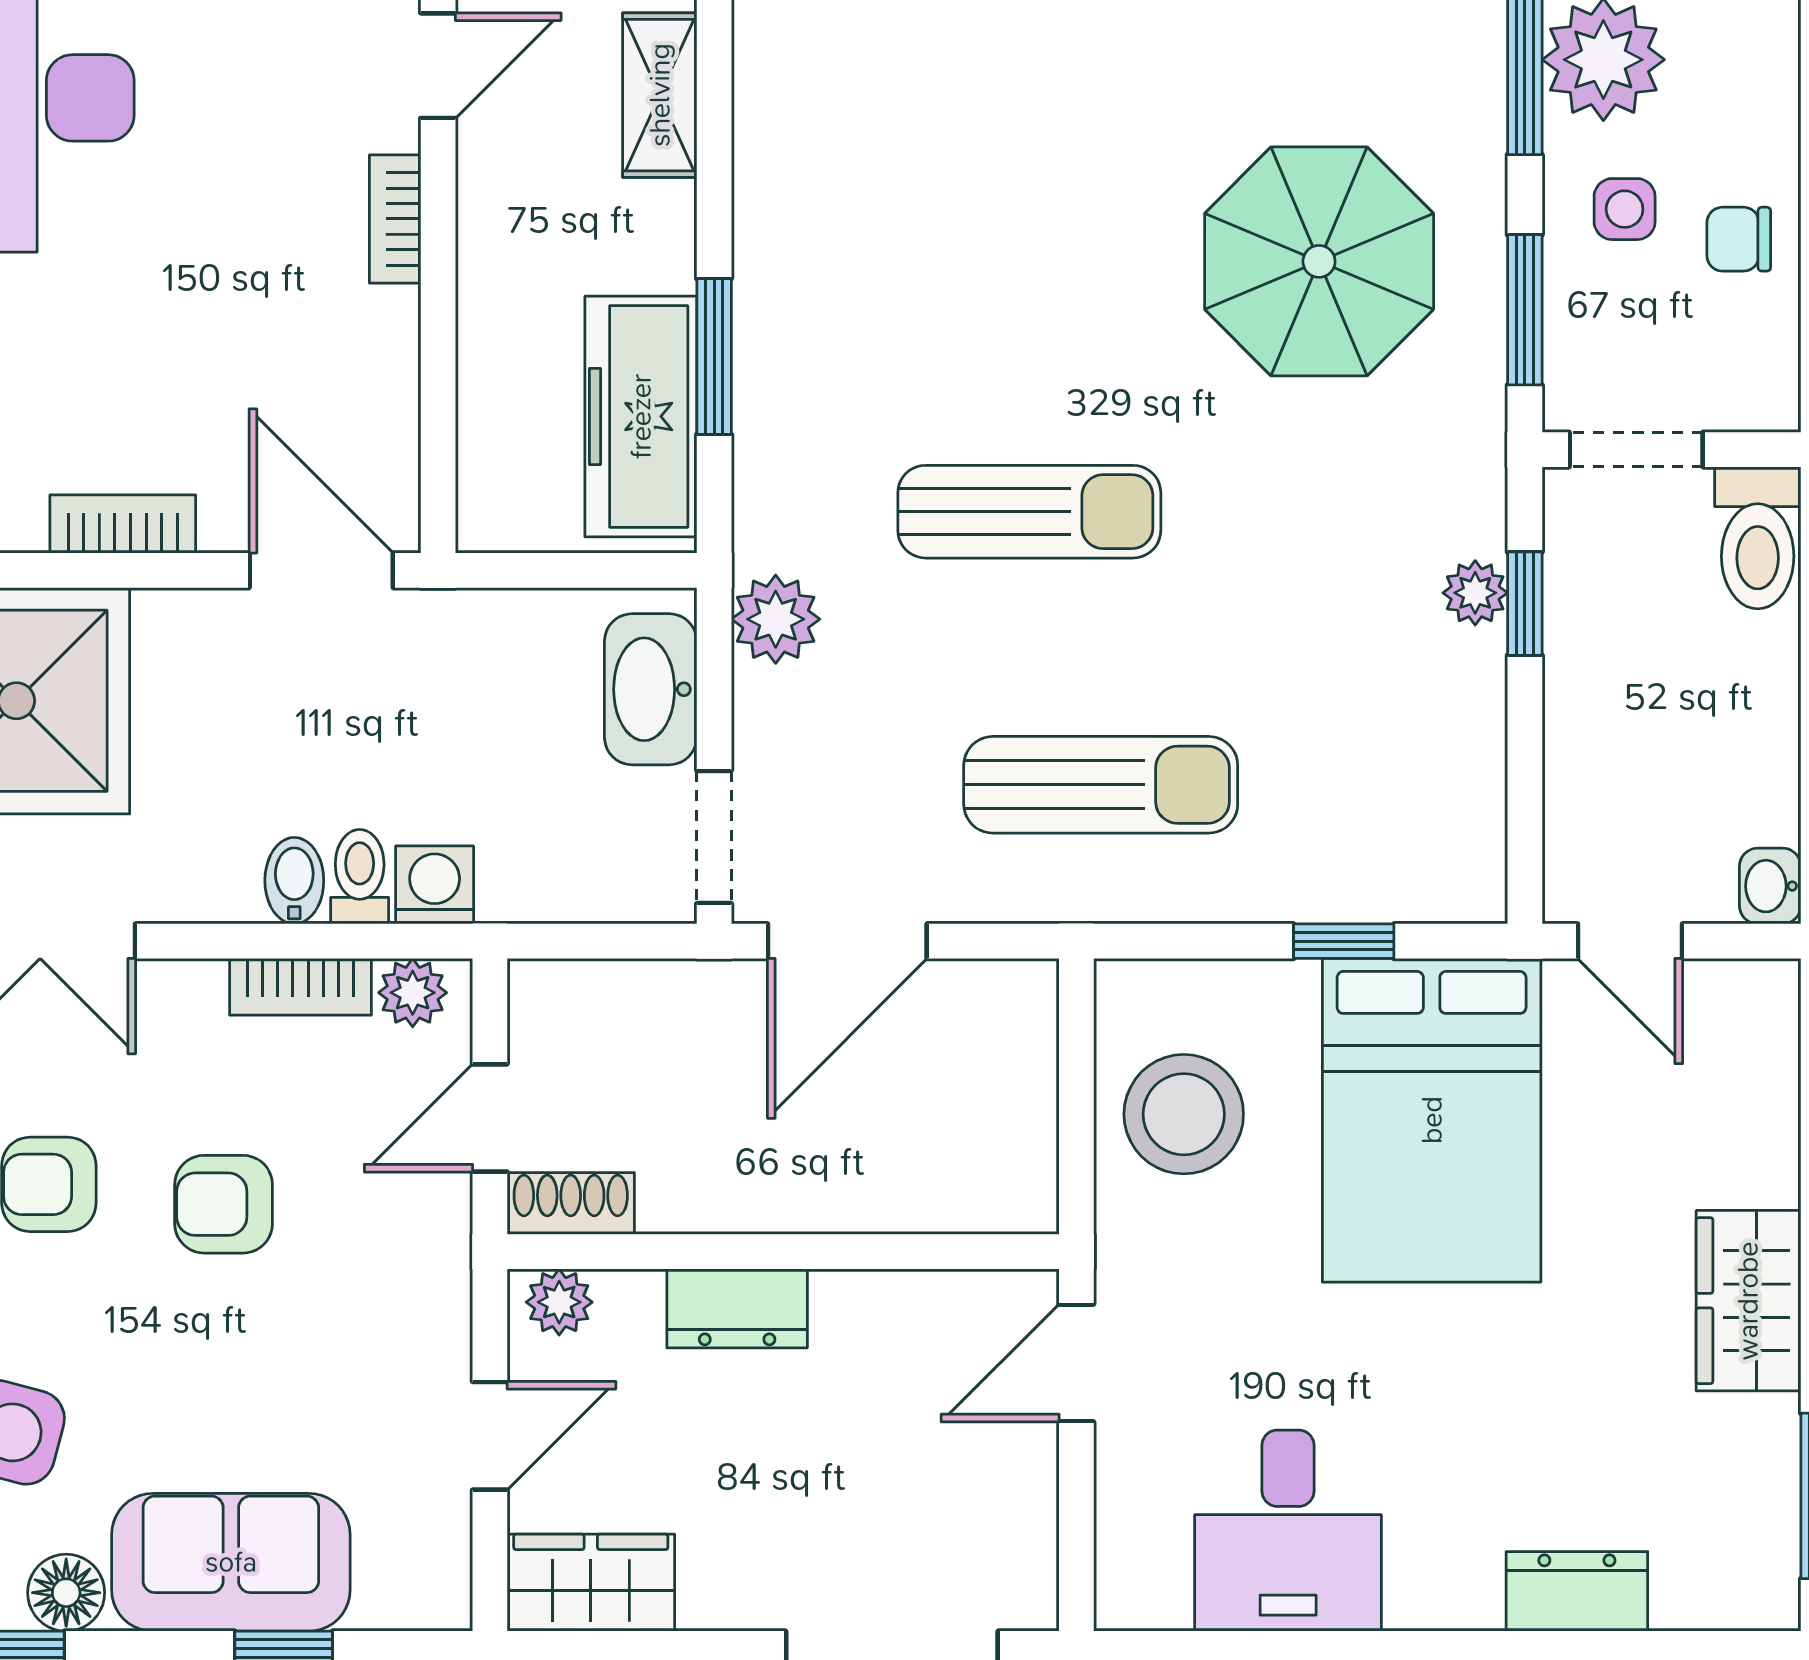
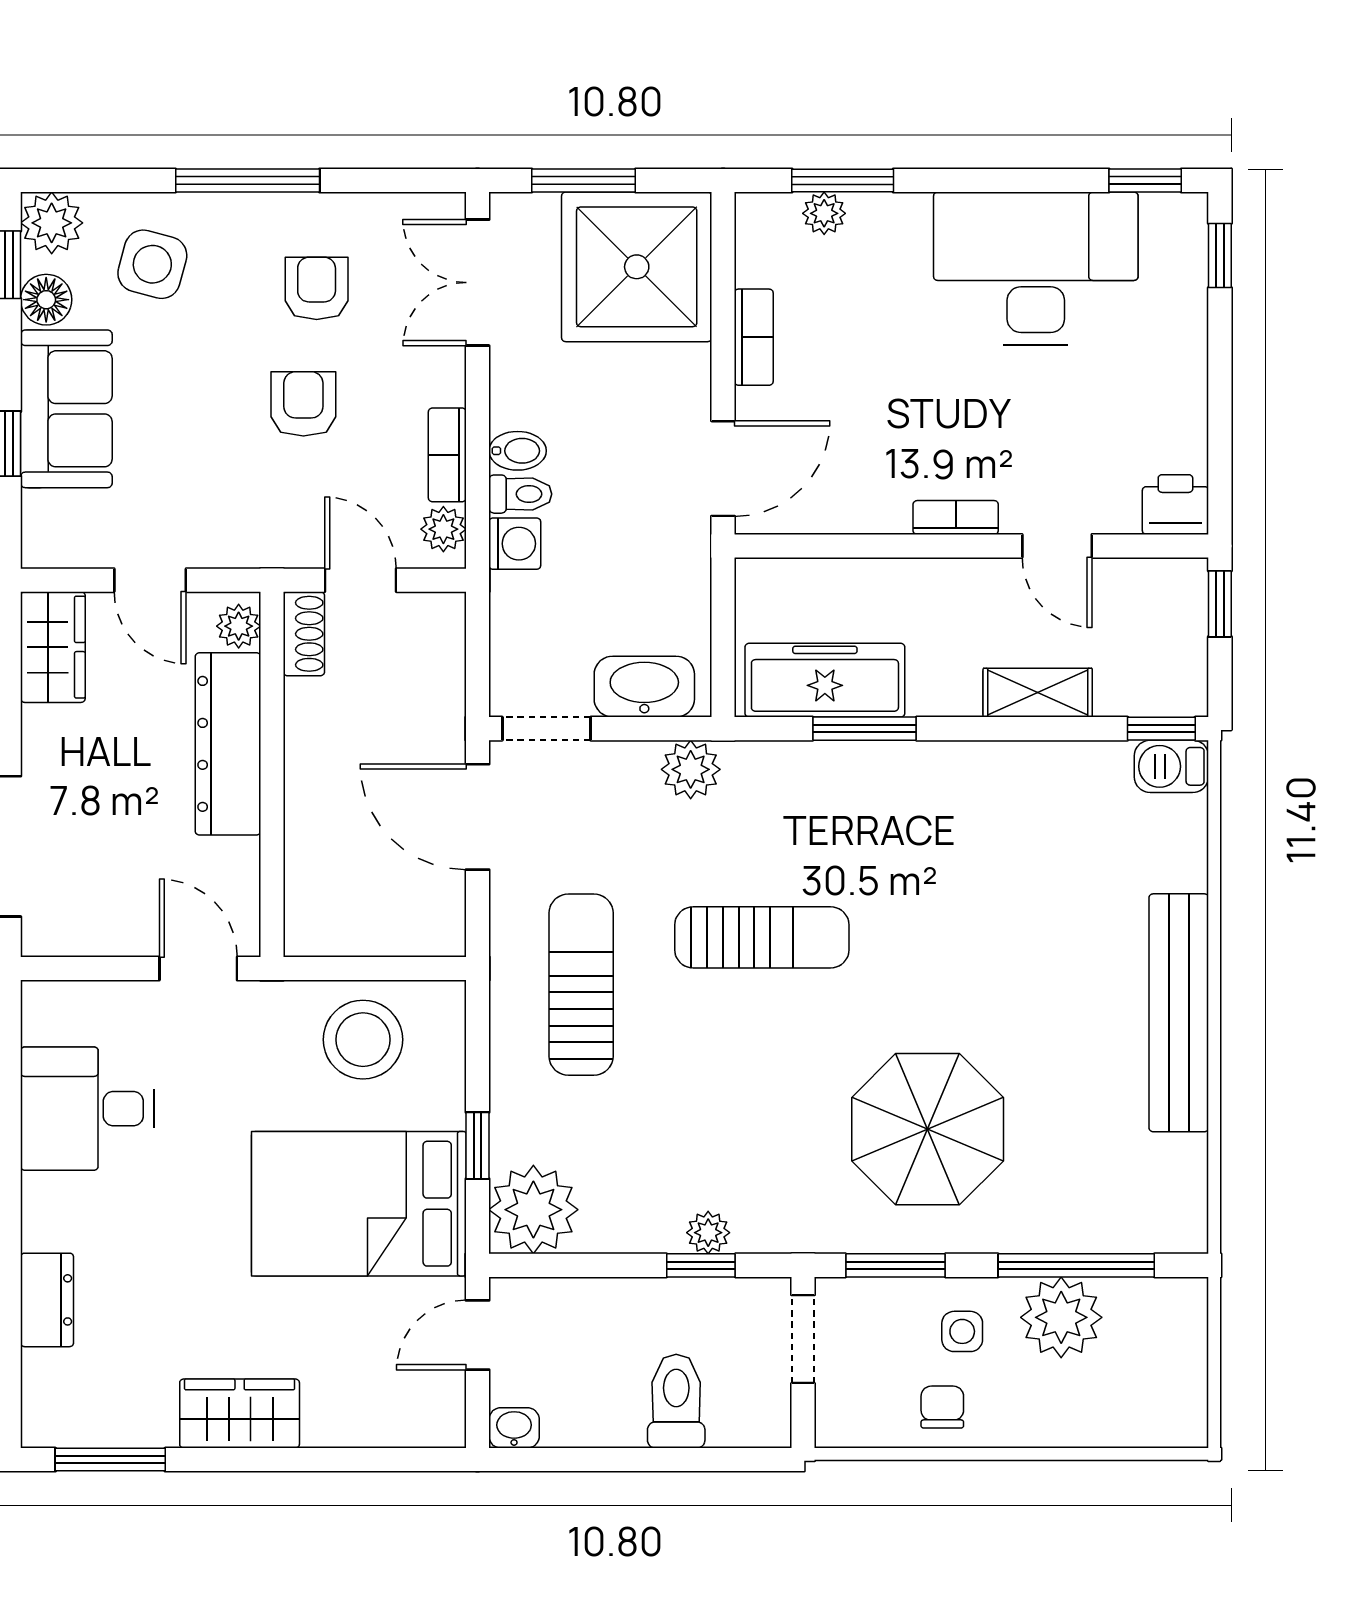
sun lounger: (1029, 512) -> (762, 937), turned -90
toilet: (1758, 538) -> (676, 1401), moved, turned 90
sun lounger: (1101, 785) -> (581, 985), turned 180
plant: (1440, 857) -> (533, 1210), added
dresser: (737, 1308) -> (228, 744), width x1.96, depth x1.24

